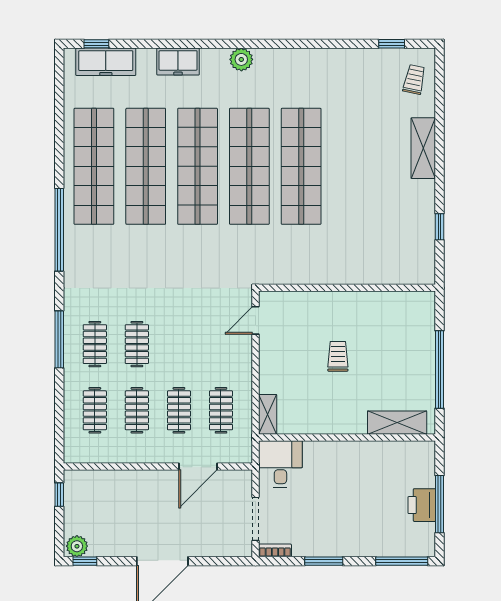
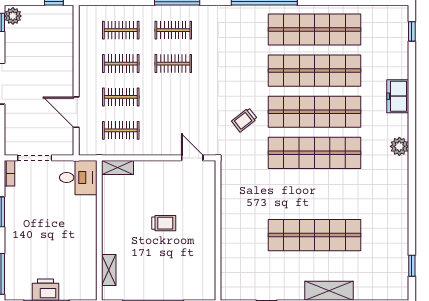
freezer: (106, 62) -> (398, 39), removed
trolley: (414, 79) -> (244, 120), moved, turned 130
shop shelf: (301, 166) -> (315, 235), moved
shelving: (397, 423) -> (109, 270), width x0.67, depth x0.75

